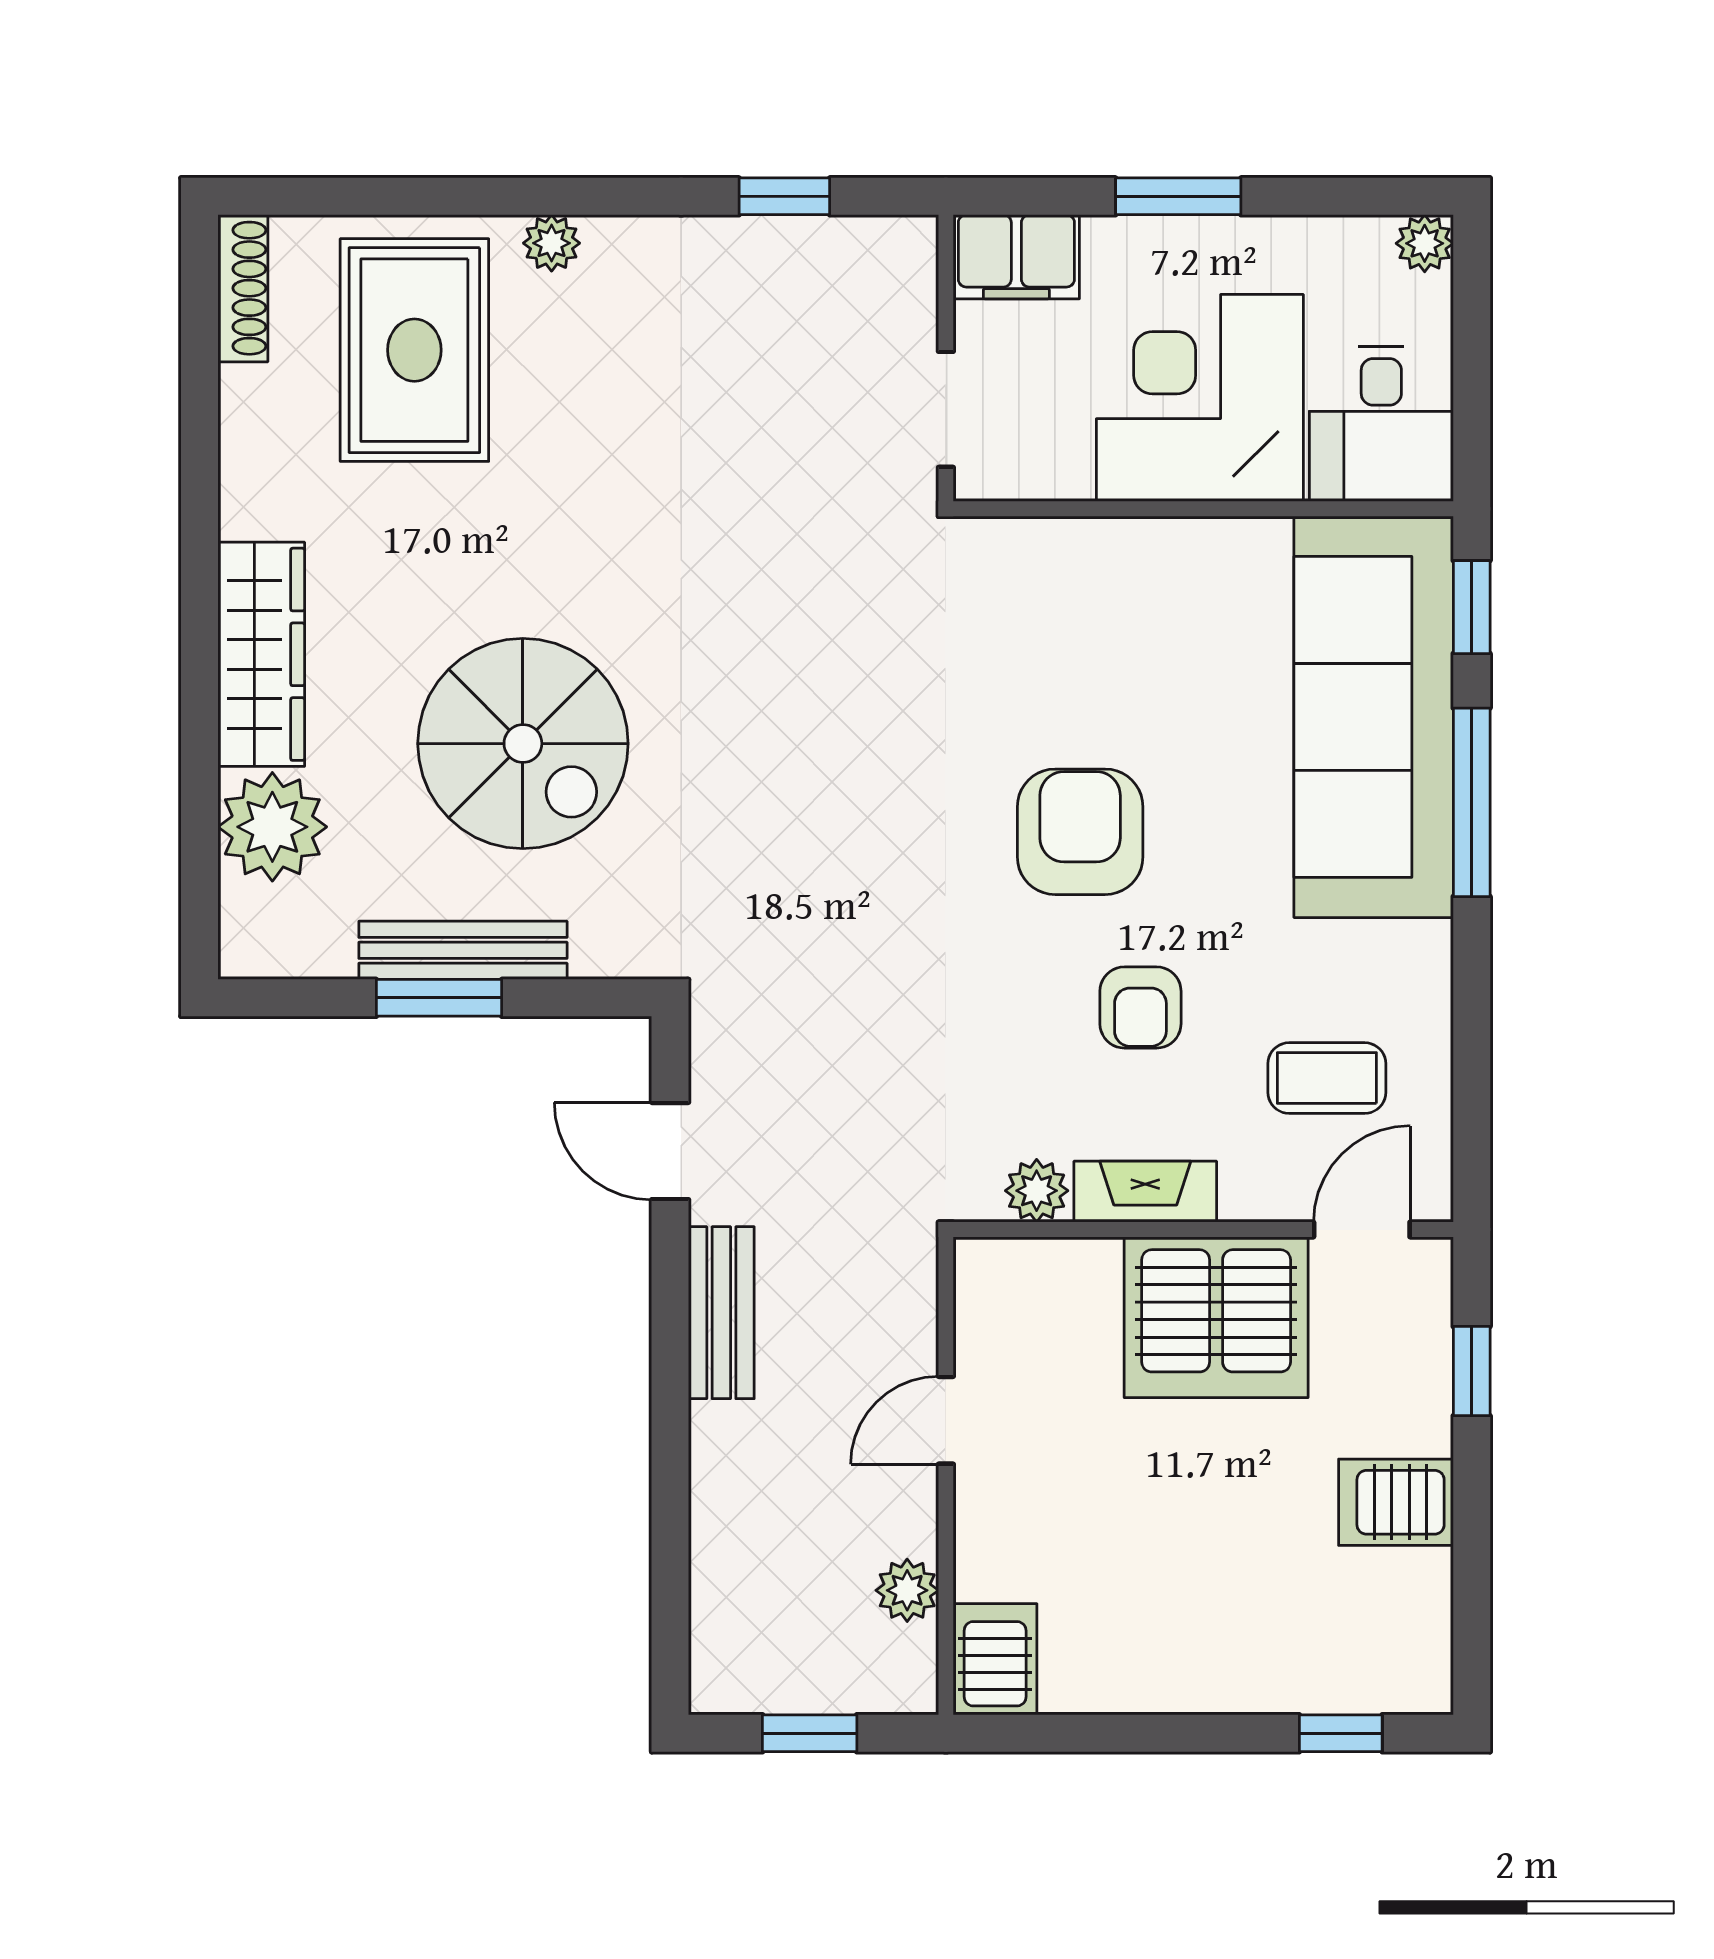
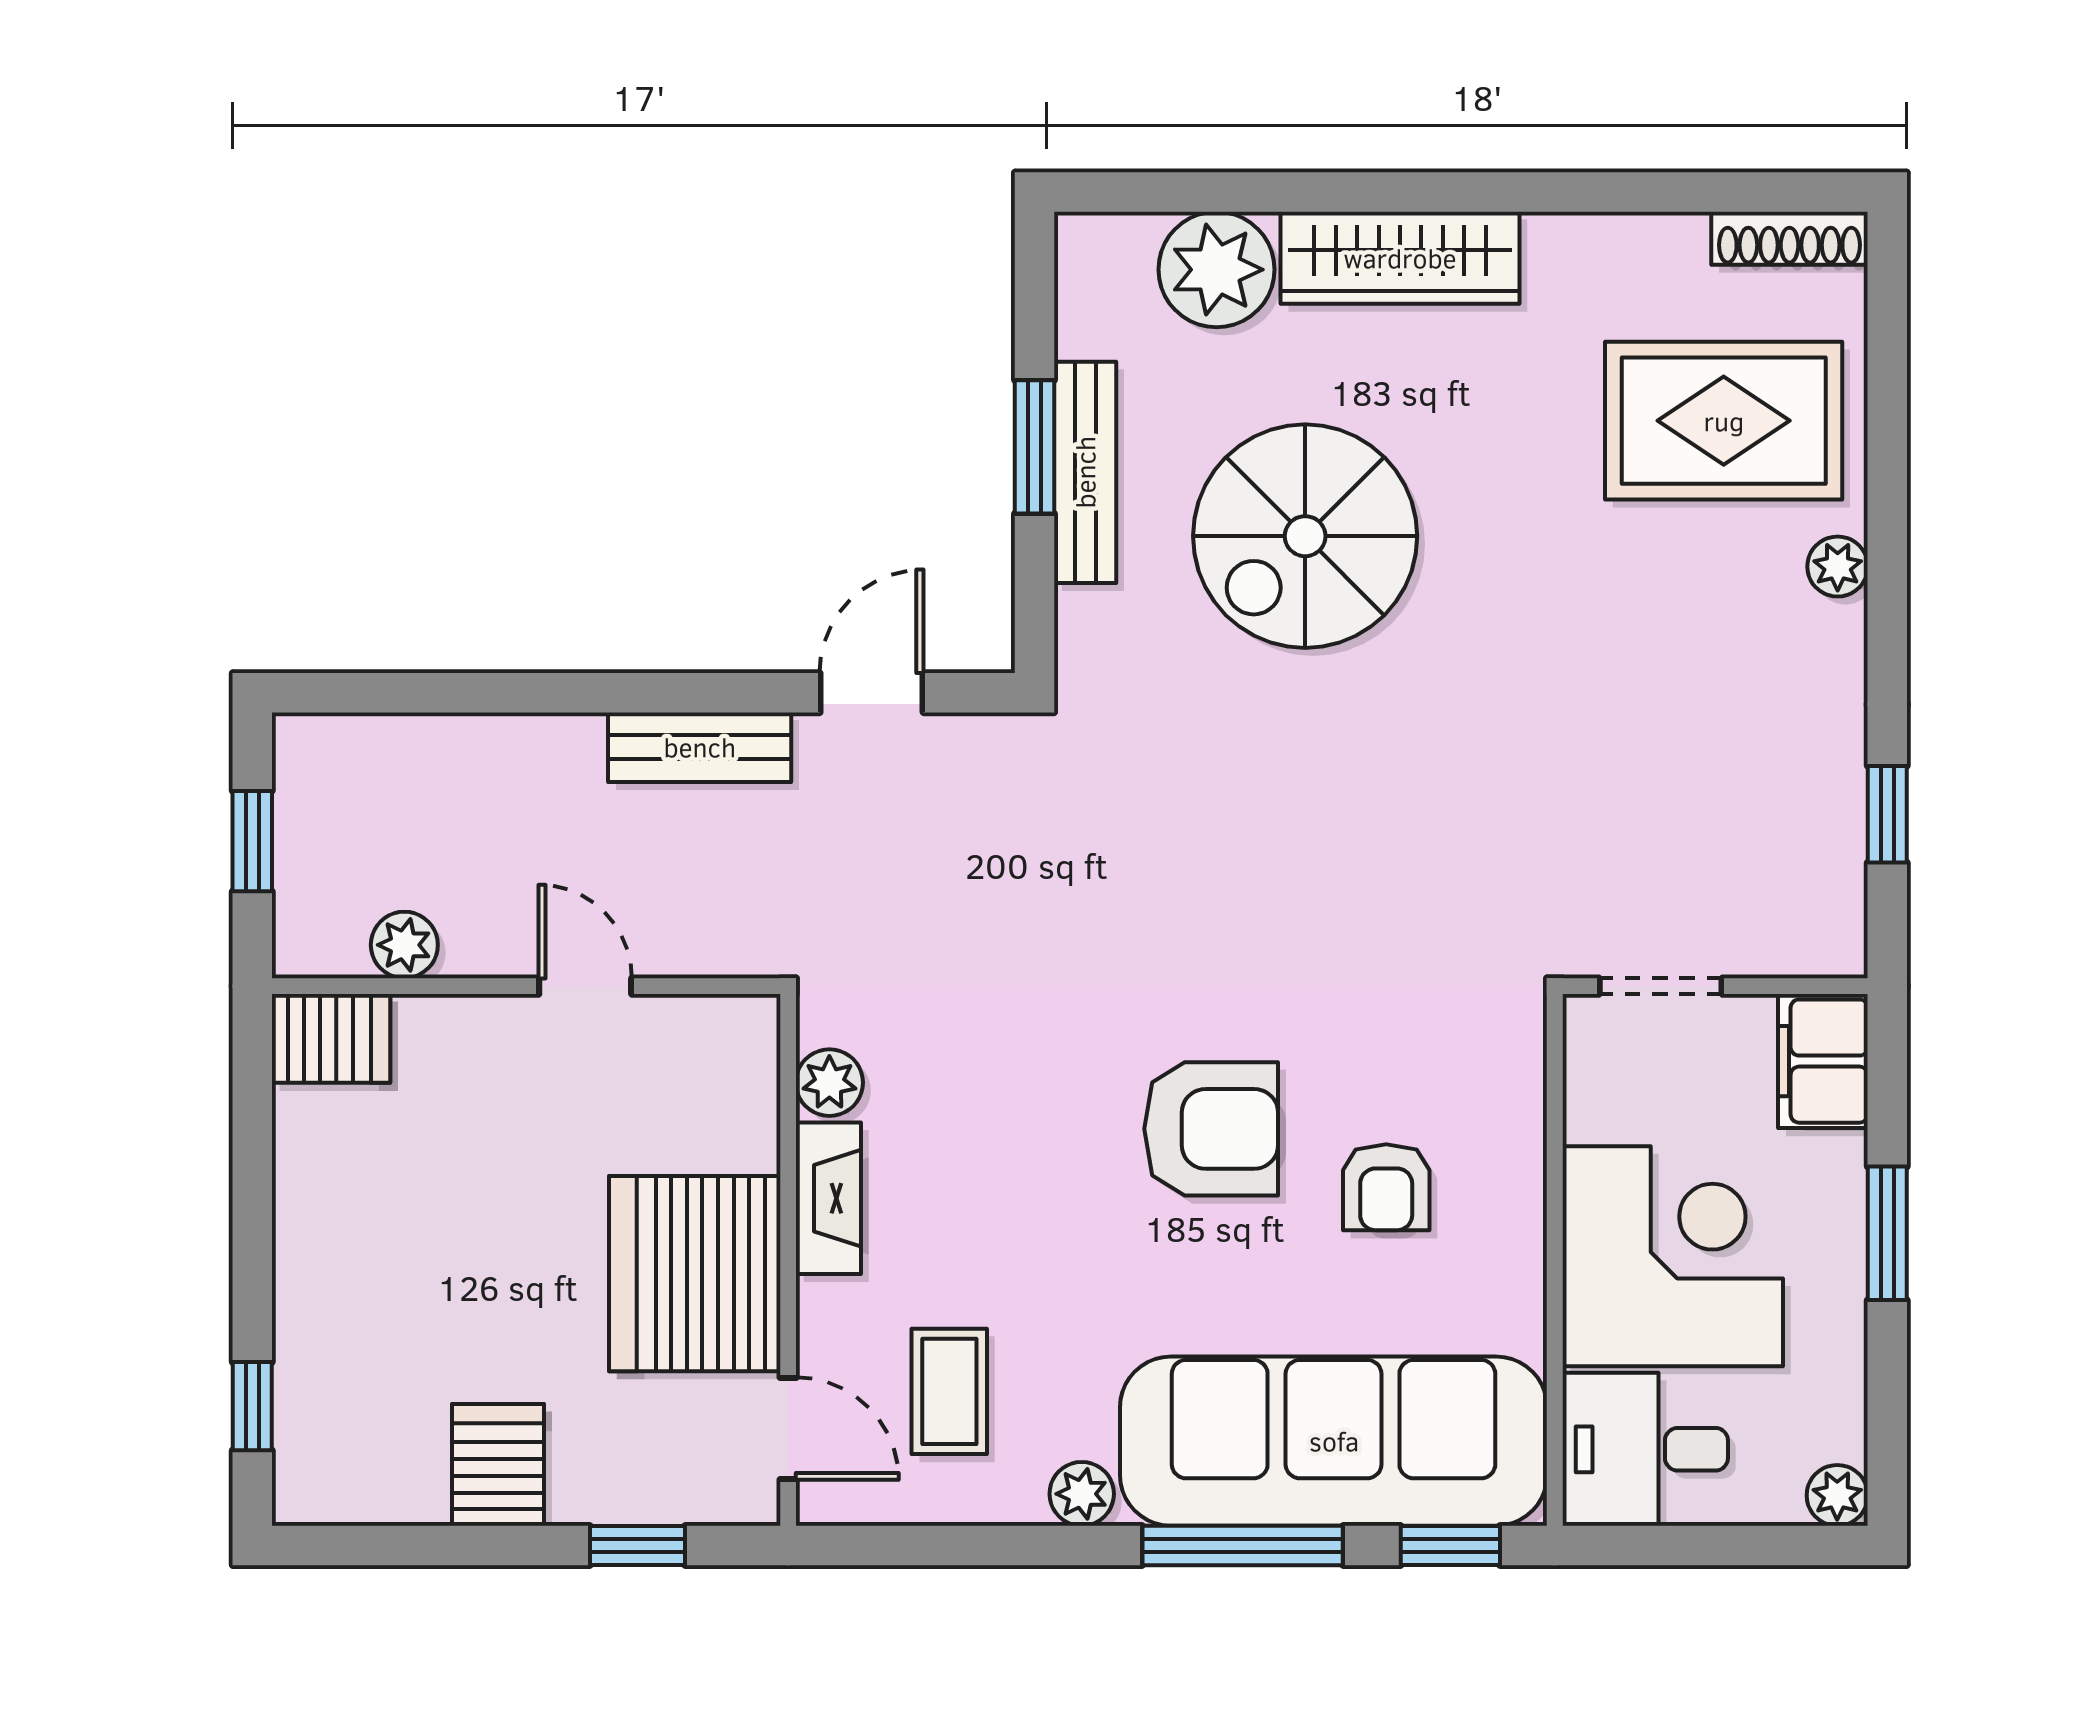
plant: (1423, 954) -> (1082, 1494), added
armchair: (1140, 1007) -> (1386, 1187), moved, turned -90

